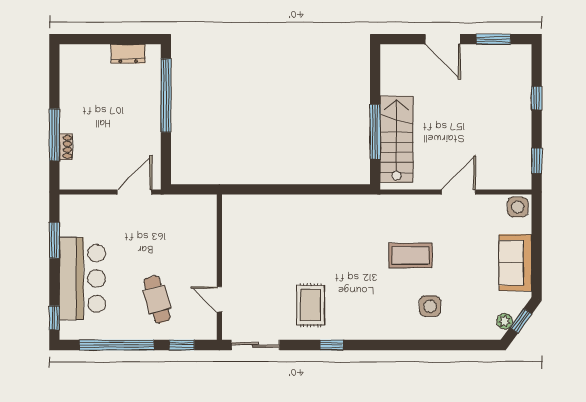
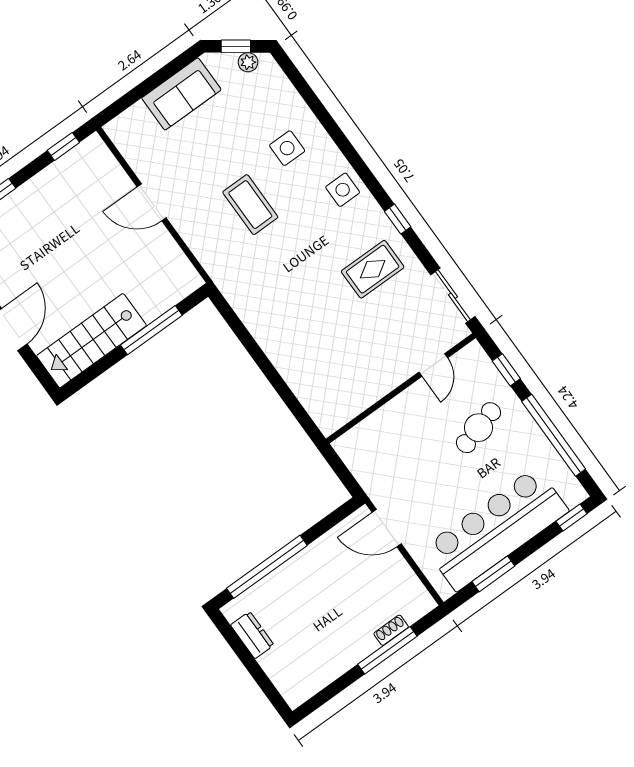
stairs: (396, 139) -> (91, 341), moved
side table: (518, 207) -> (343, 190), moved
bar counter: (82, 279) -> (496, 529), width x1.36

